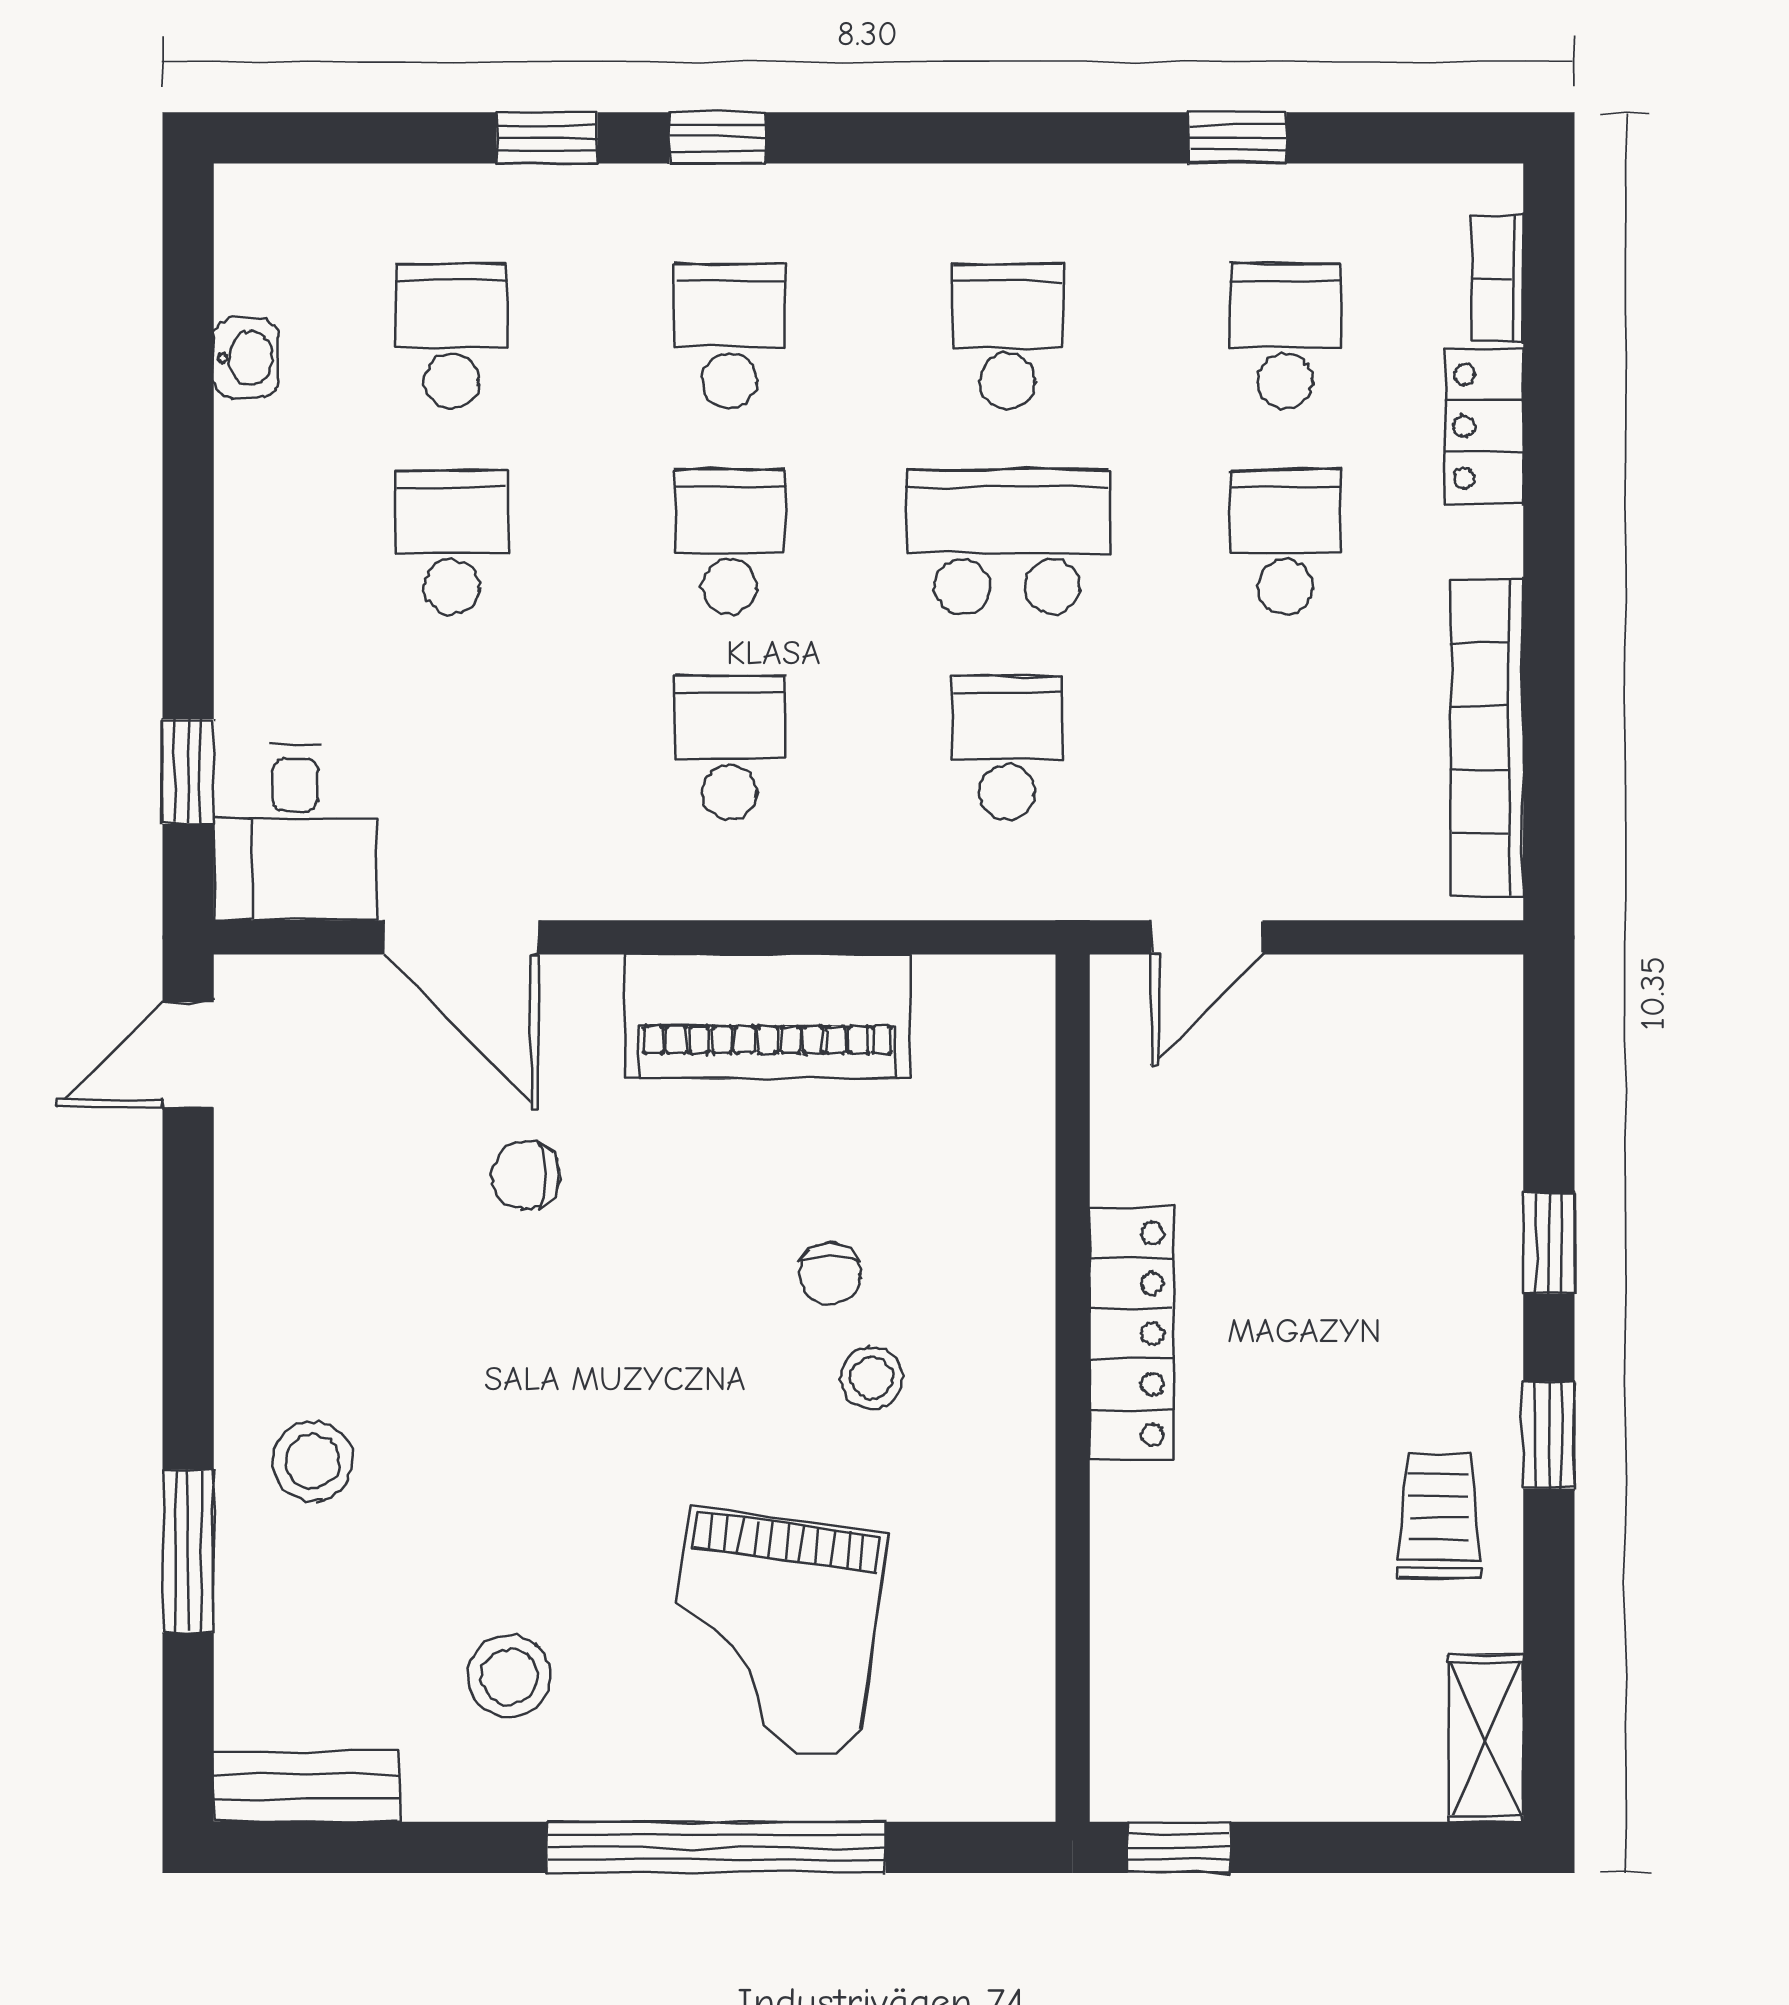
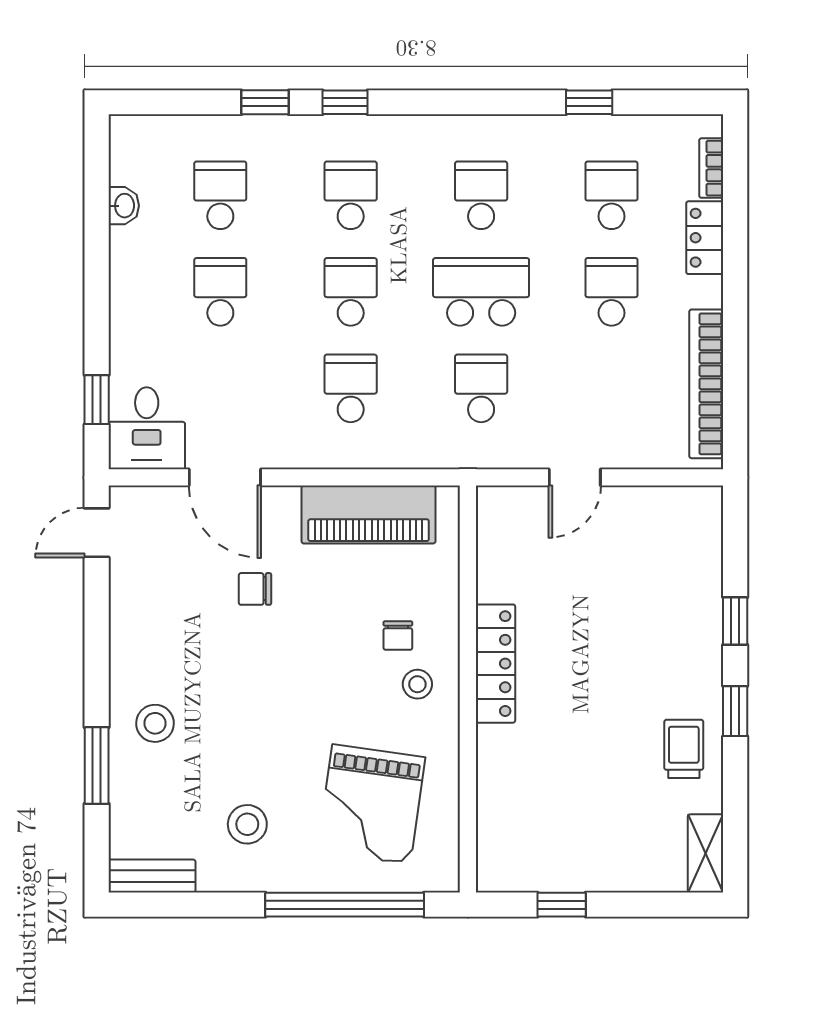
locker: (1131, 1334) -> (495, 664), moved
wall: (1073, 1388) -> (468, 689), moved

